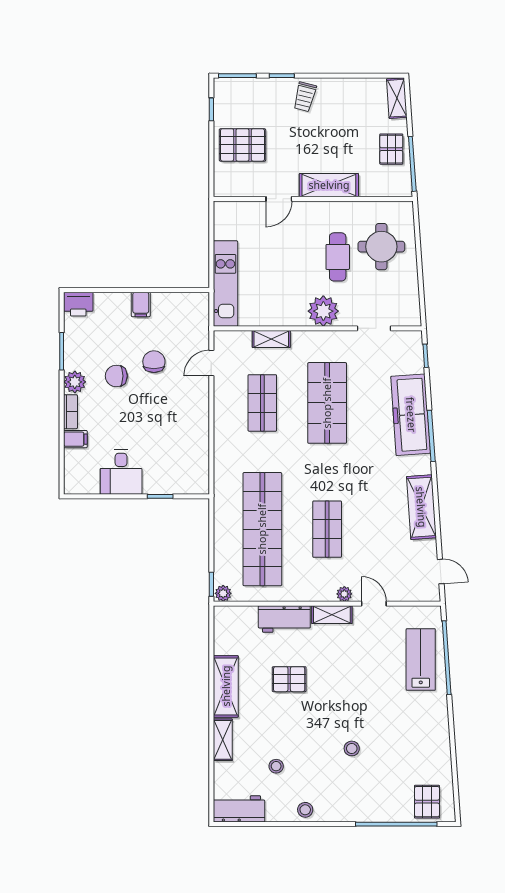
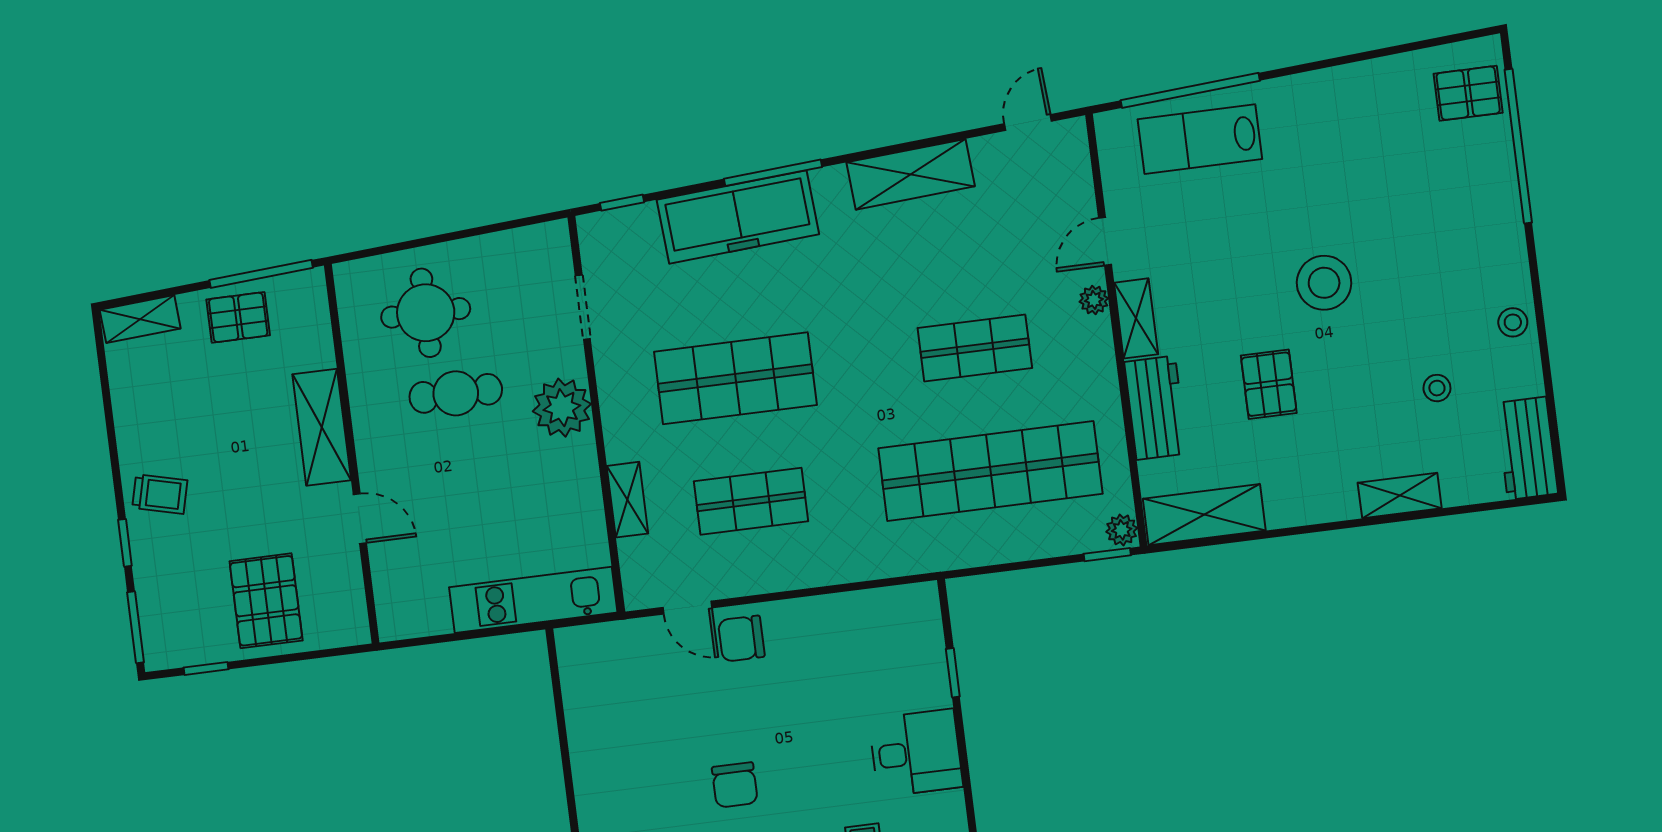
filing cabinet: (141, 304) -> (593, 756), removed
chair: (154, 362) -> (741, 639), moved
shelving: (226, 686) -> (1204, 515), moved
stool: (352, 748) -> (1324, 283), moved, width x1.89, depth x1.89

